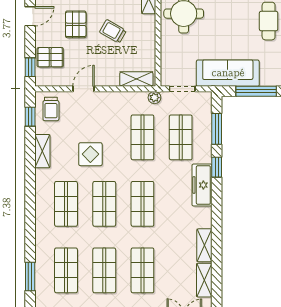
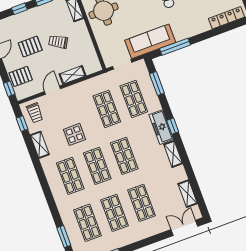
pallet: (76, 24) -> (30, 47), turned 90
shelving: (136, 79) -> (73, 75), moved
plant: (154, 98) -> (105, 78), removed
window: (217, 167) -> (173, 126), moved
shelving: (204, 245) -> (173, 154), moved

